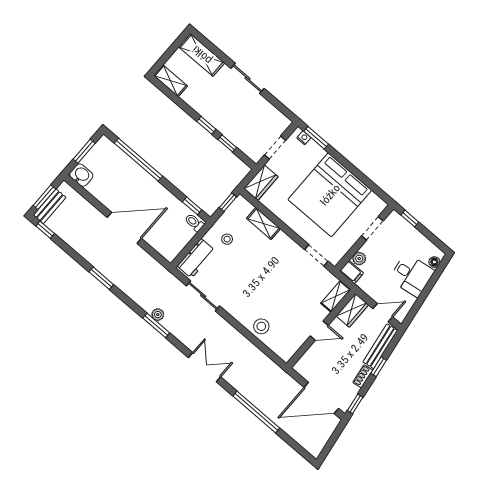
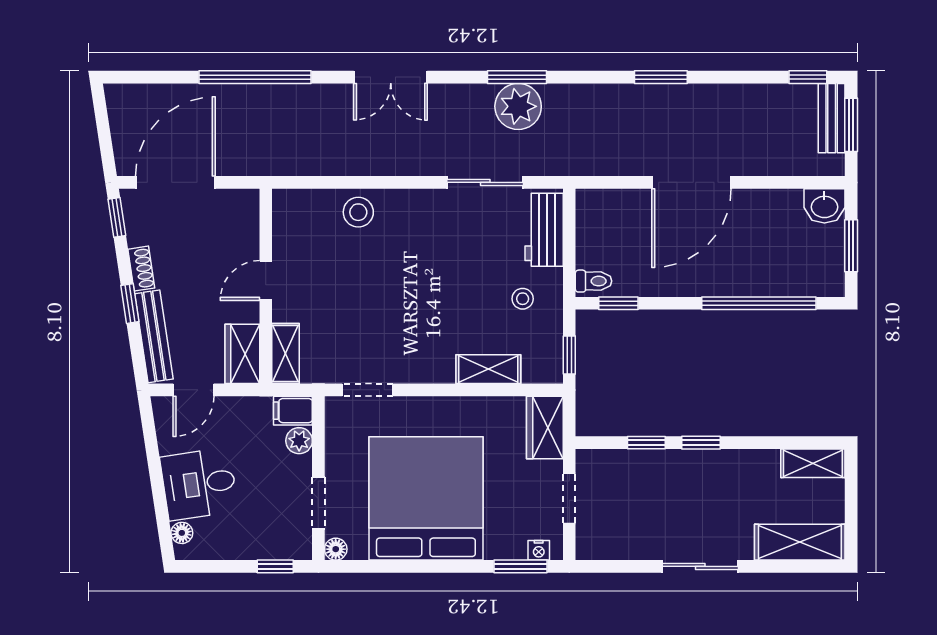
floor lamp: (381, 205) -> (336, 549), added
plant: (158, 315) -> (518, 106), width x1.88, depth x1.88

